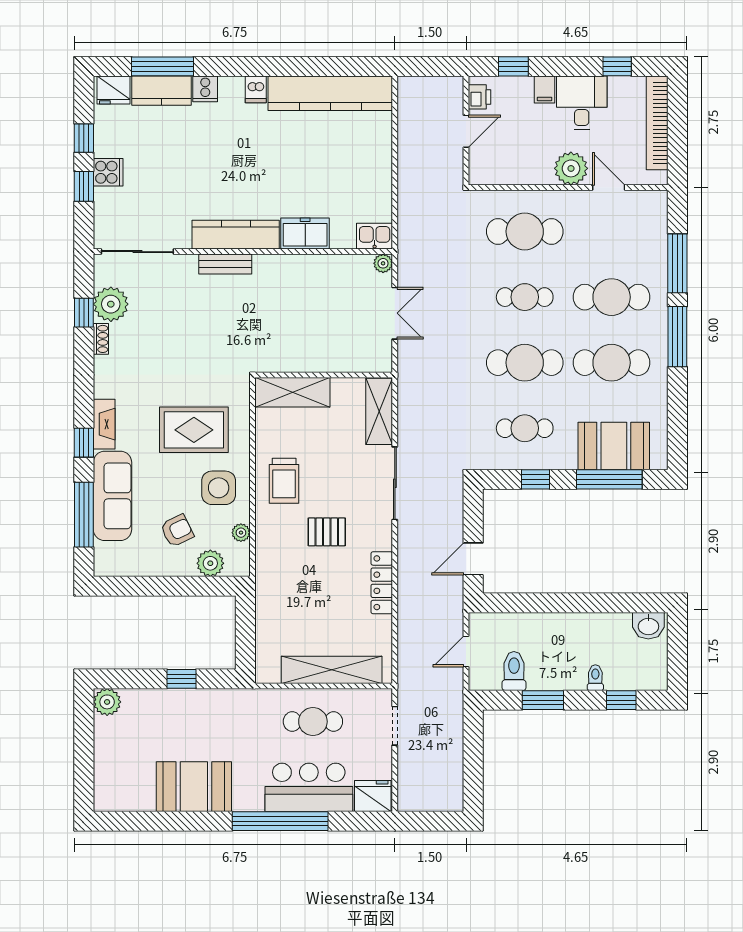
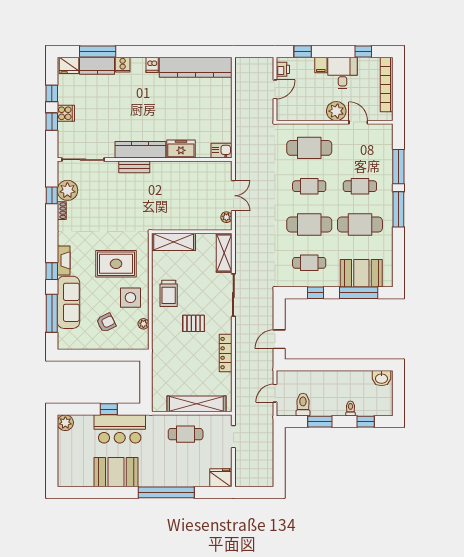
plant: (383, 263) -> (226, 217), moved
cafe table: (612, 297) -> (360, 186), width x0.73, depth x0.74
plant: (210, 563) -> (126, 342), removed
bar counter: (309, 787) -> (120, 429), moved, turned 180

